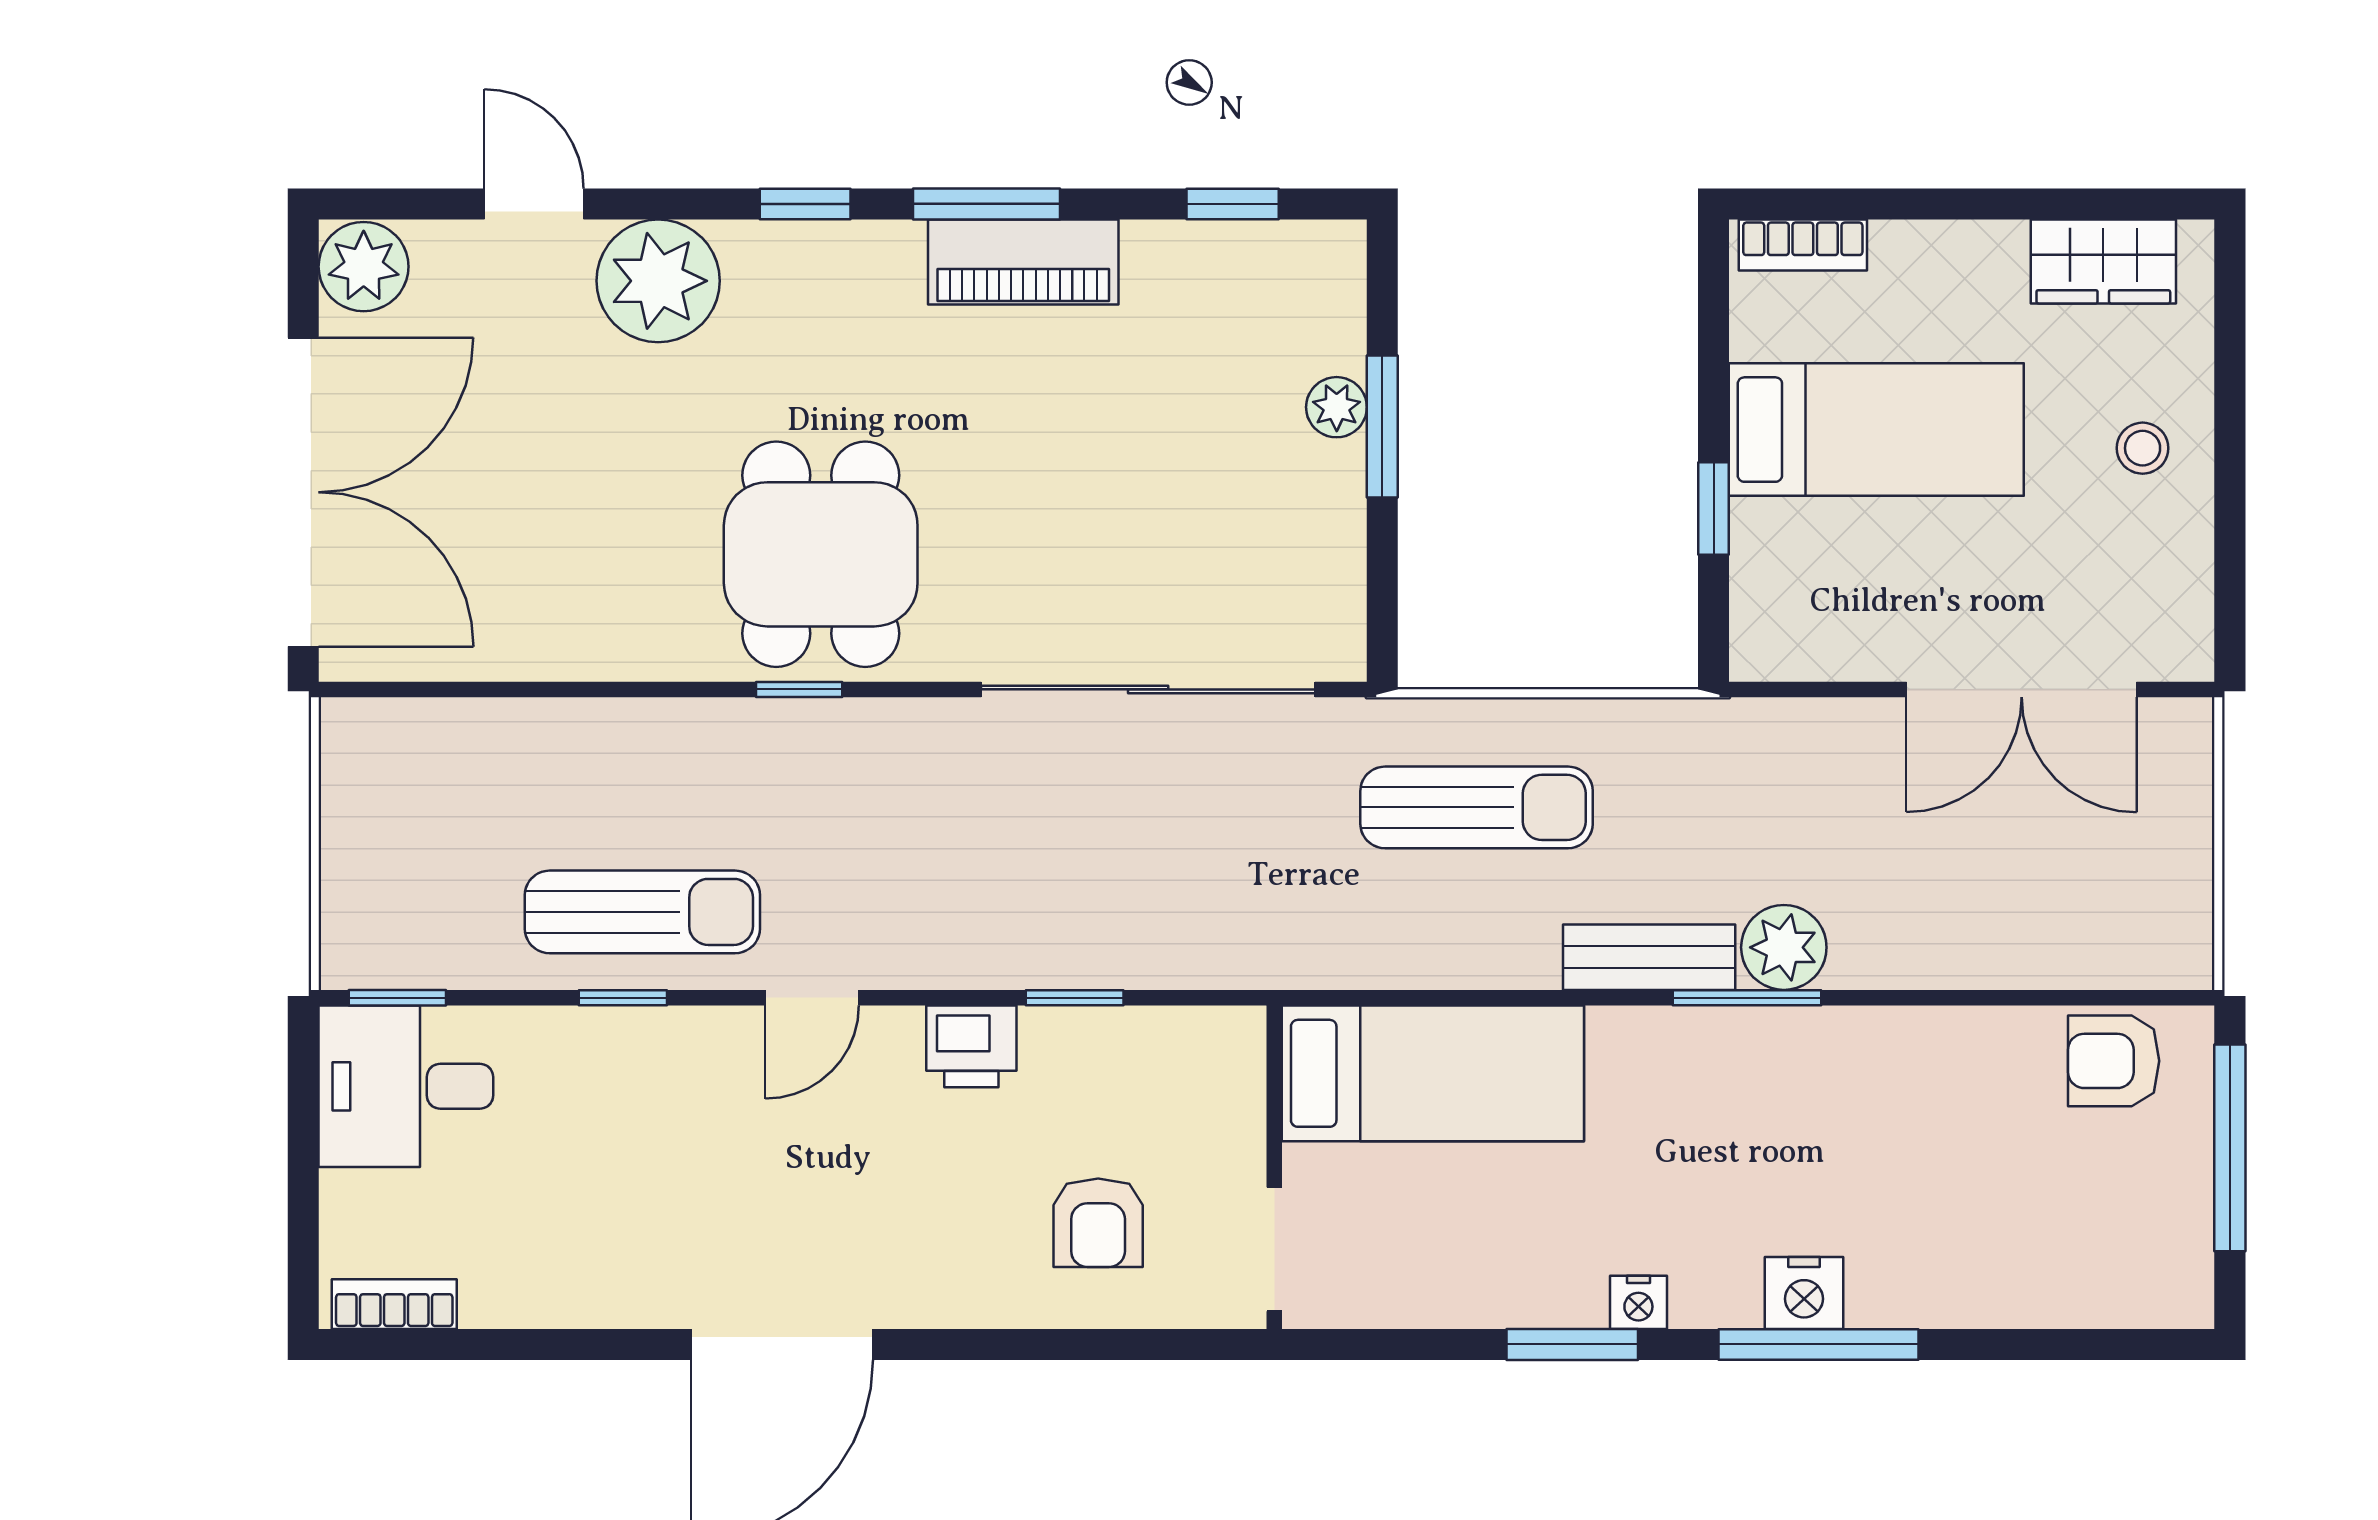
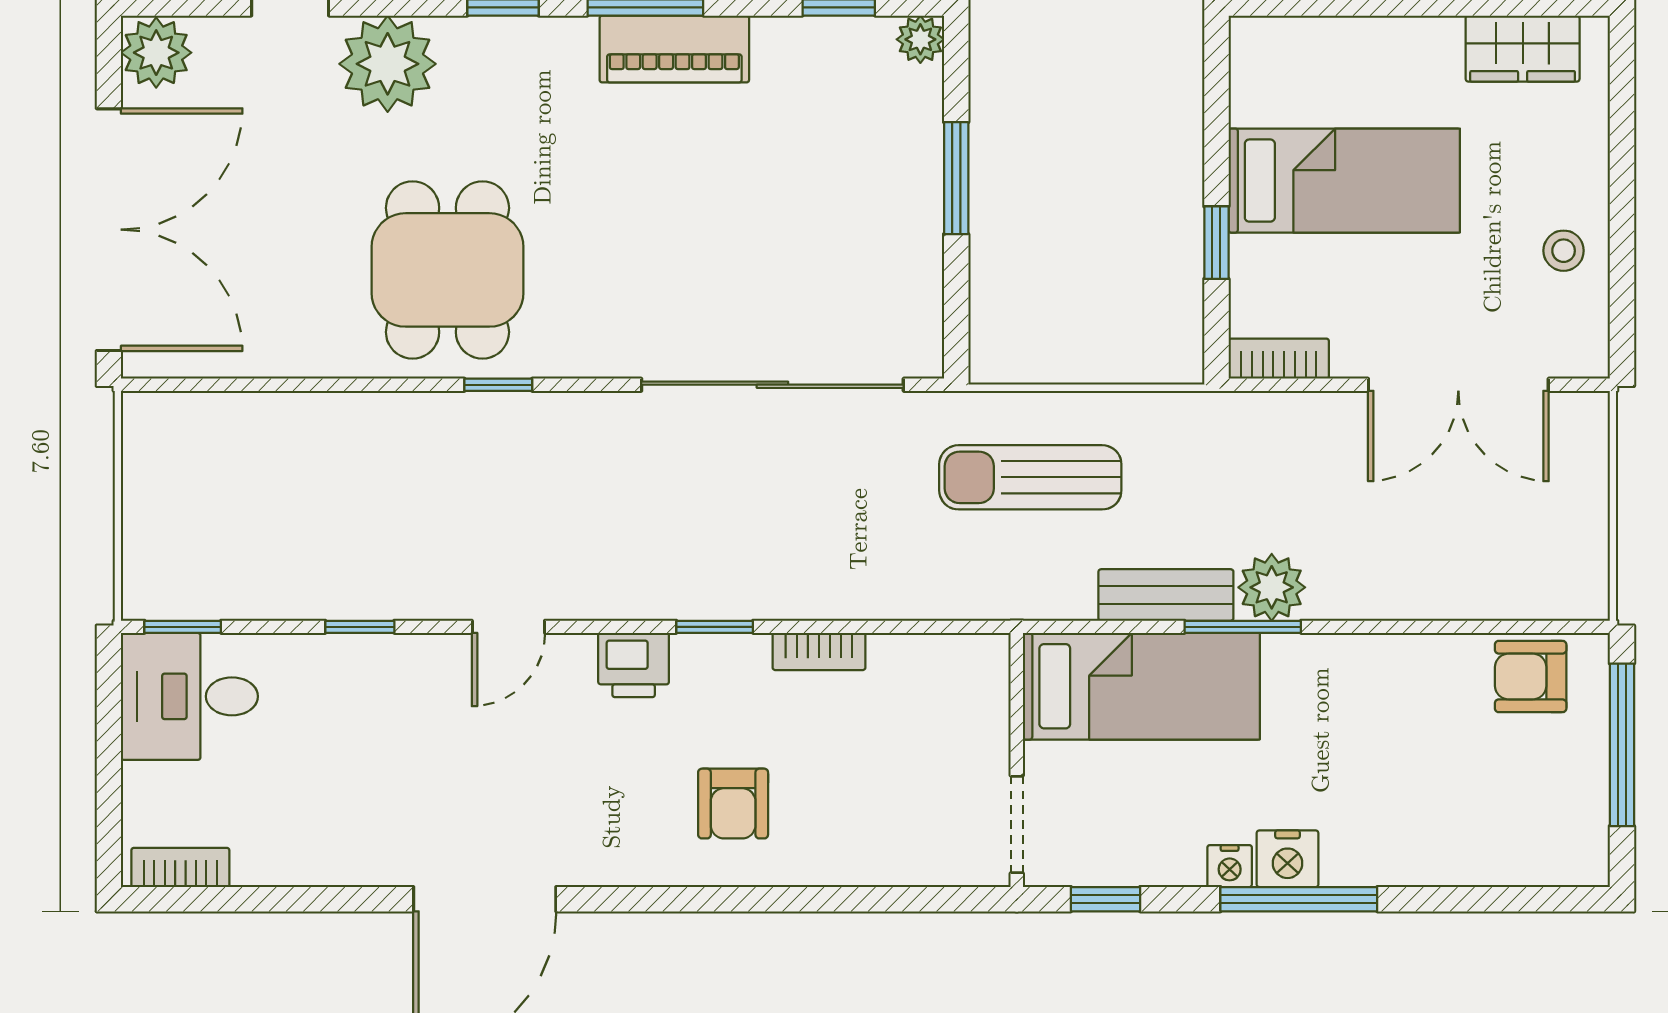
bookcase: (1803, 245) -> (1279, 359), moved, turned 180
plant: (1337, 407) -> (920, 39), moved
stool: (2143, 448) -> (1564, 251), moved
dining table: (821, 554) -> (447, 270), moved
sun lounger: (1477, 807) -> (1030, 477), turned 180
sun lounger: (642, 912) -> (375, 559), removed
bookcase: (1207, 1029) -> (819, 651), added
bed: (1433, 1073) -> (1141, 686), moved
wall: (1274, 1167) -> (1017, 760), moved
doorway: (1274, 1249) -> (1017, 824), moved
nightstand: (1638, 1302) -> (1230, 866), moved
window: (1572, 1344) -> (1105, 899), width x0.67

